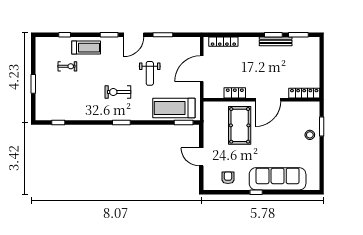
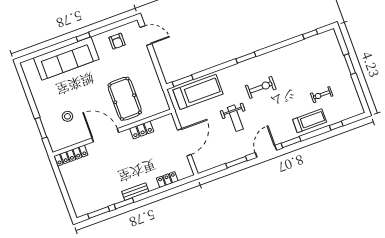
bench: (276, 41) -> (135, 192), moved, width x0.73
locker: (223, 42) -> (167, 180), width x0.66
treadmill: (86, 48) -> (310, 121), turned 180
weight bench: (150, 73) -> (235, 118), turned 180
door: (268, 100) -> (105, 135), hinge flipped
stool: (310, 135) -> (67, 116), moved
door: (201, 157) -> (146, 36), moved

